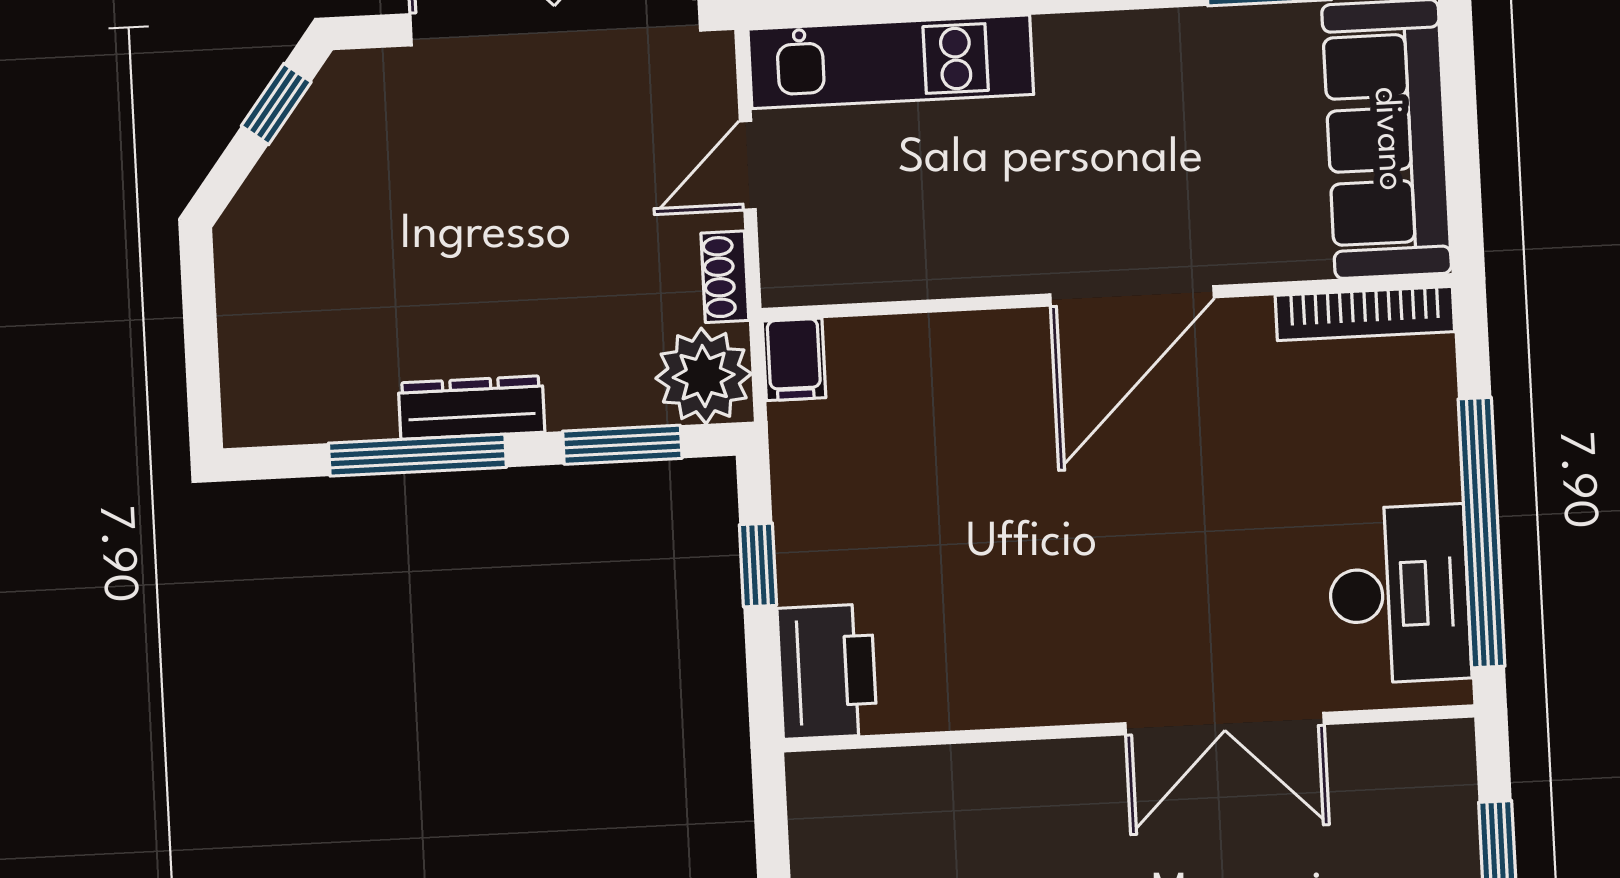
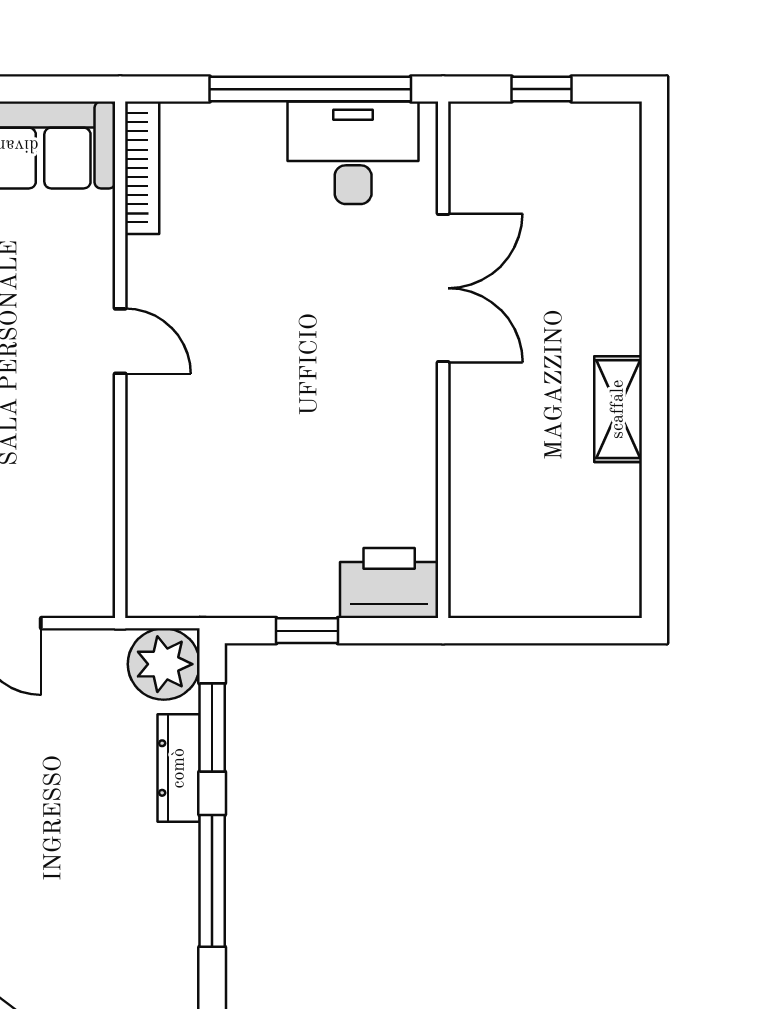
shoe rack: (725, 277) -> (91, 644), removed
door: (1132, 296) -> (120, 341), width x0.53
filing cabinet: (794, 359) -> (155, 596), removed
dresser: (471, 408) -> (179, 768), moved

